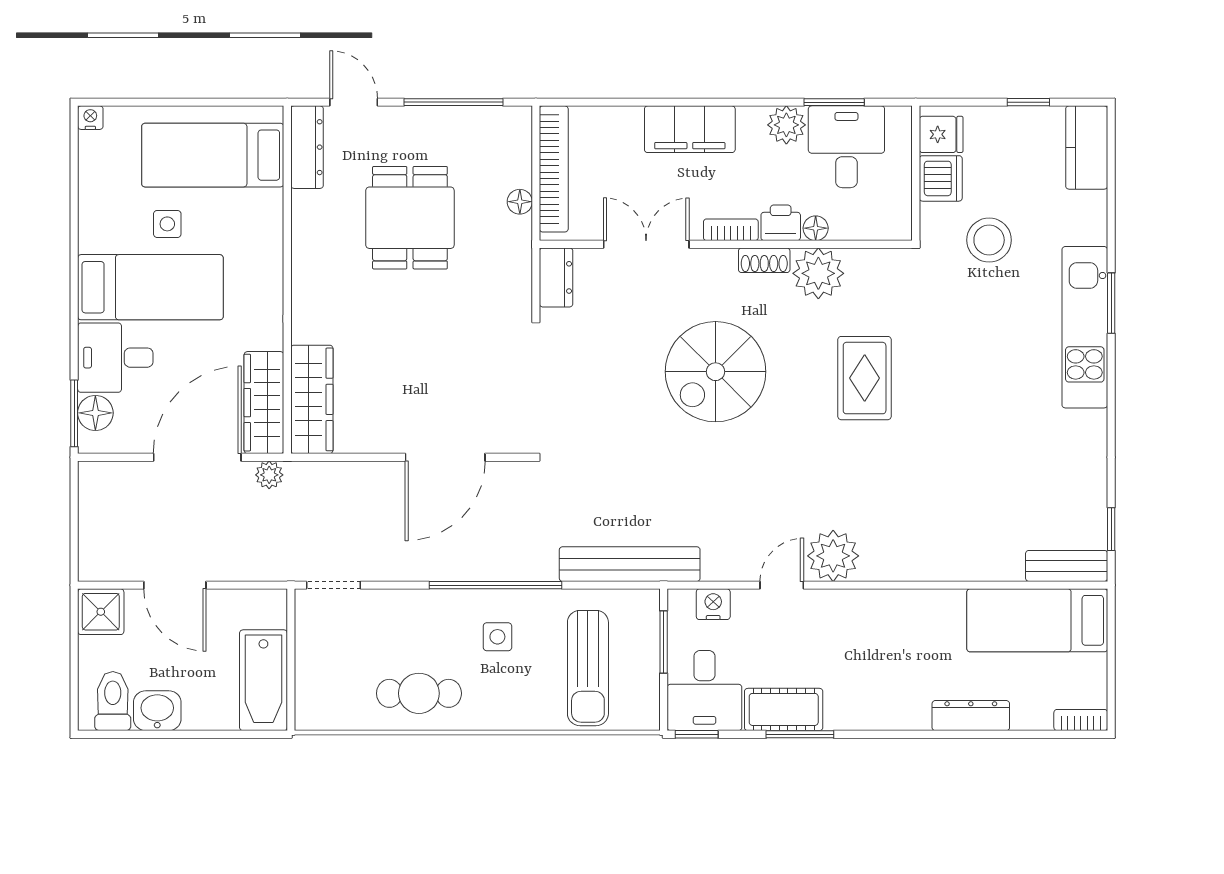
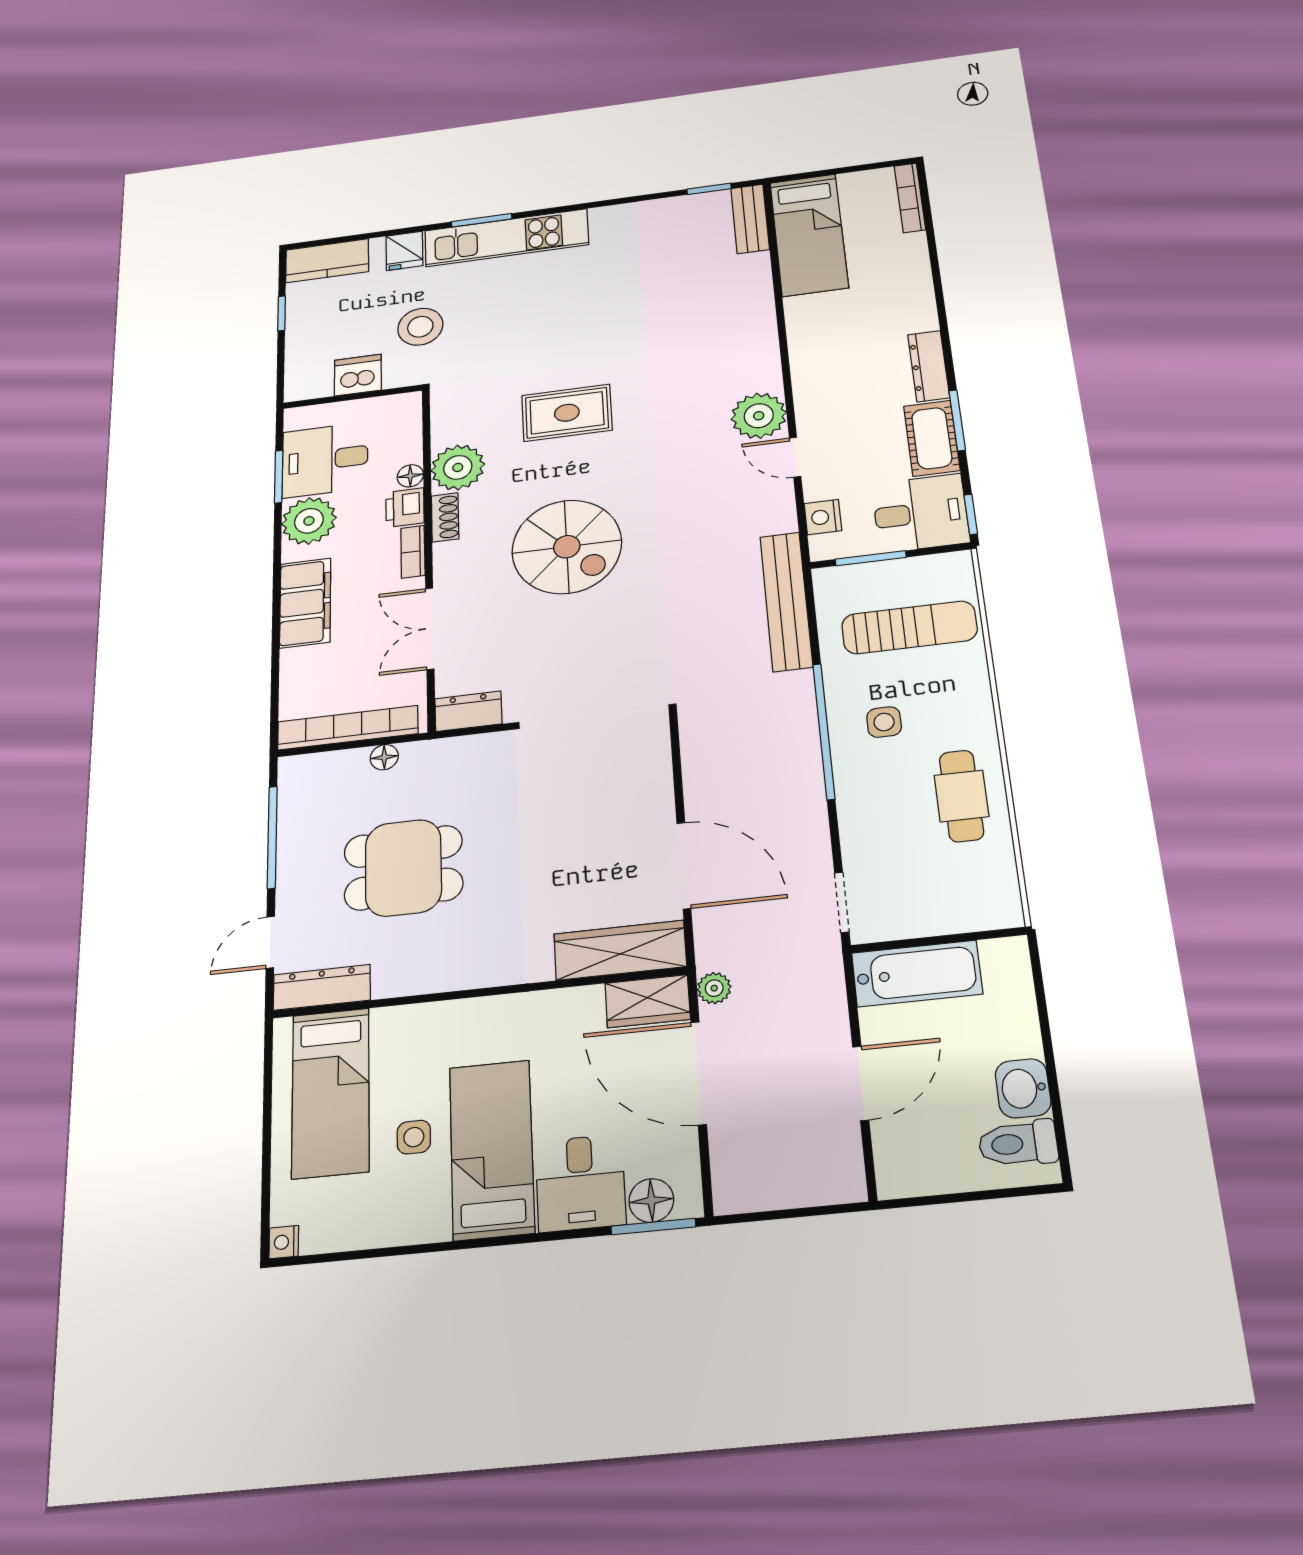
plant: (786, 125) -> (309, 521), width x1.36, depth x1.36
fridge: (941, 134) -> (404, 251), moved, turned 180
wardrobe: (264, 403) -> (648, 1001), width x0.67
door: (445, 457) -> (684, 866), moved
shower: (101, 612) -> (904, 1169), removed
bathtub: (263, 680) -> (917, 974), moved
dresser: (971, 716) -> (929, 366), moved
bookcase: (1081, 720) -> (910, 198), width x1.56

